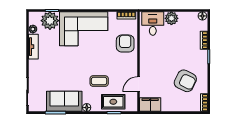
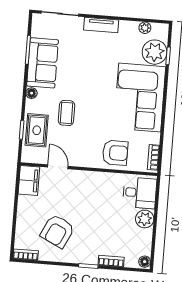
tv unit: (33, 47) -> (101, 25), moved

